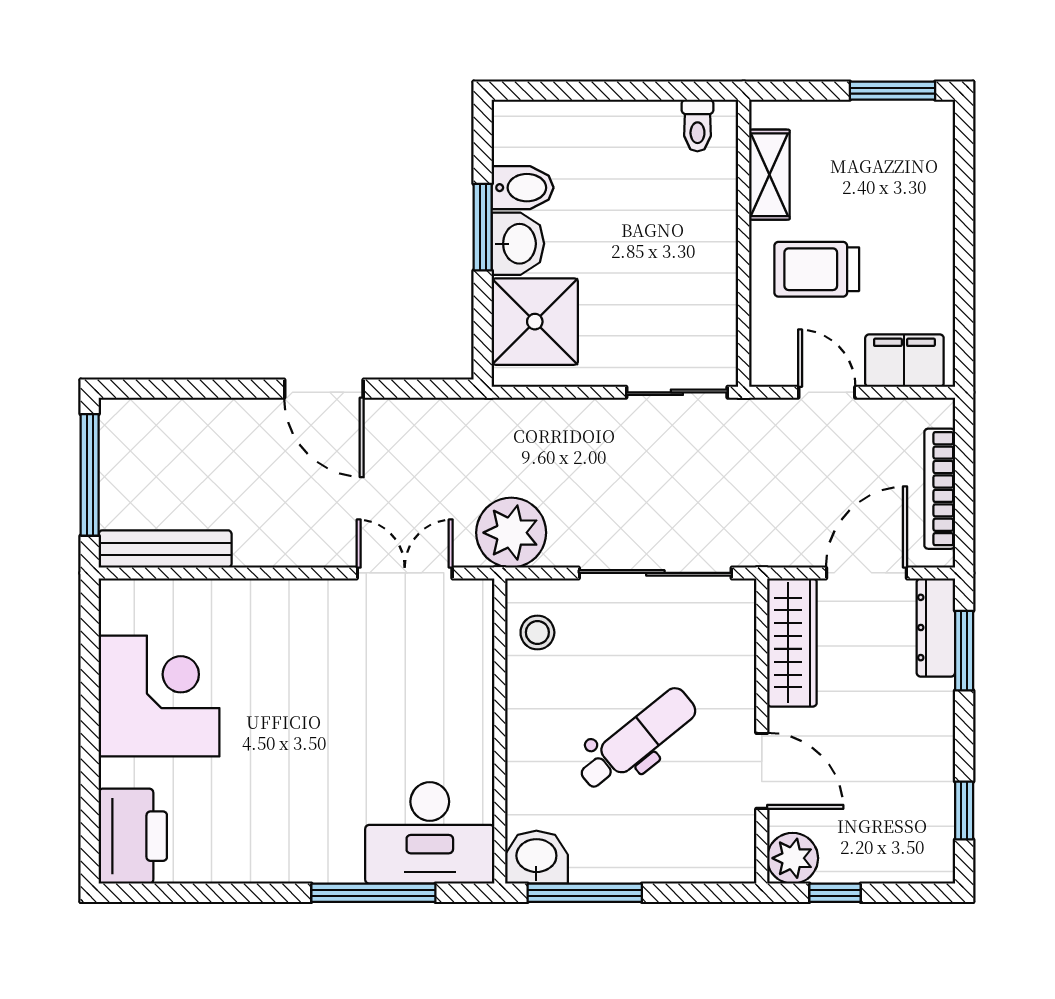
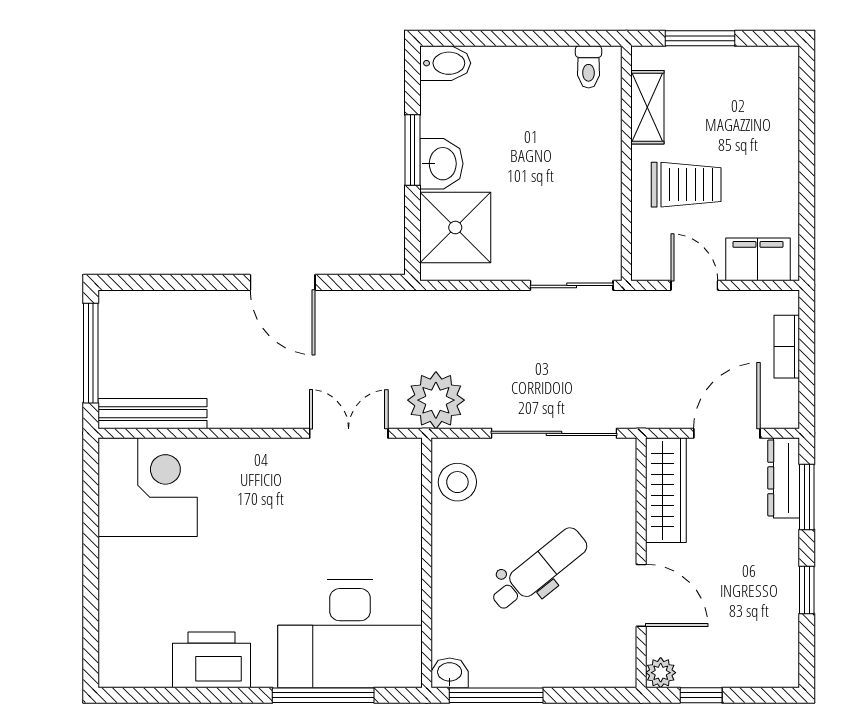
window: (892, 91) -> (700, 38), moved
bidet: (523, 188) -> (445, 63), moved
trolley: (817, 269) -> (686, 185), turned 180
bookcase: (940, 489) -> (787, 347), width x0.64
stool: (537, 632) -> (457, 482), width x1.37, depth x1.37
corner desk: (159, 696) -> (148, 487), moved
window: (964, 810) -> (807, 590), moved
desk: (430, 833) -> (350, 634), width x1.36, depth x1.30
printer: (133, 836) -> (211, 660), moved, turned -90
washbasin: (536, 857) -> (450, 673), width x0.72, depth x0.69
plant: (793, 858) -> (661, 673), width x0.73, depth x0.73

